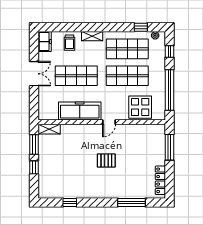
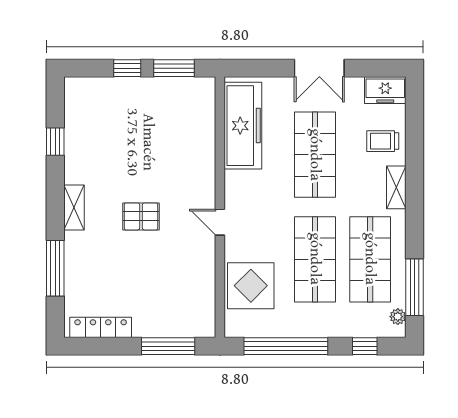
window: (141, 27) -> (414, 287), width x2.17
freezer: (80, 111) -> (243, 126), moved
shelving: (49, 129) -> (74, 208), moved
pallet: (106, 161) -> (141, 216), turned 90

